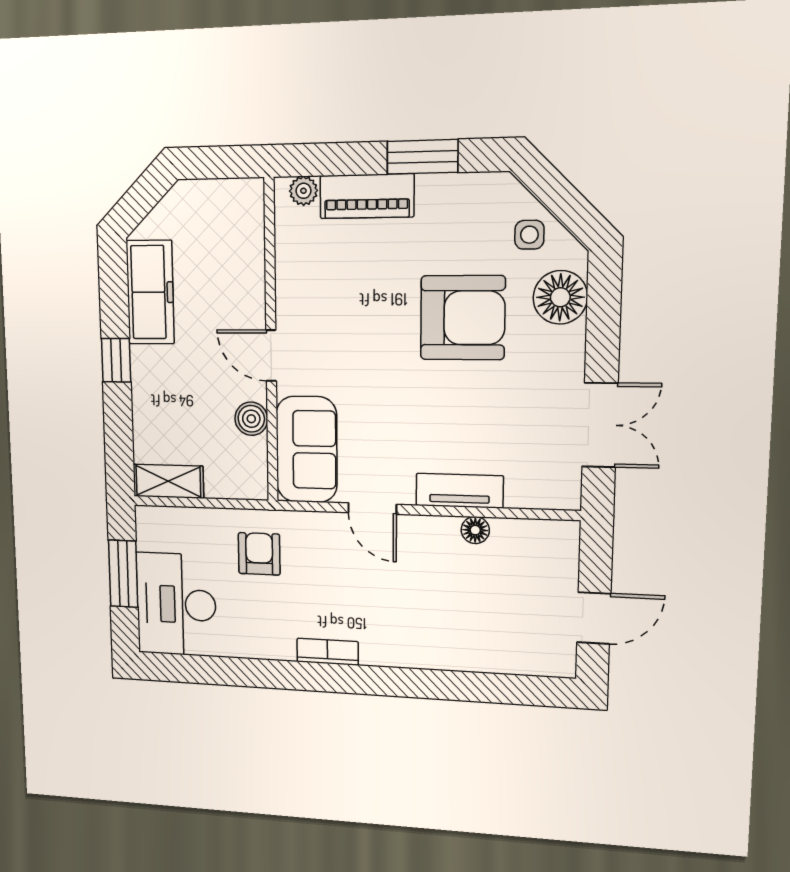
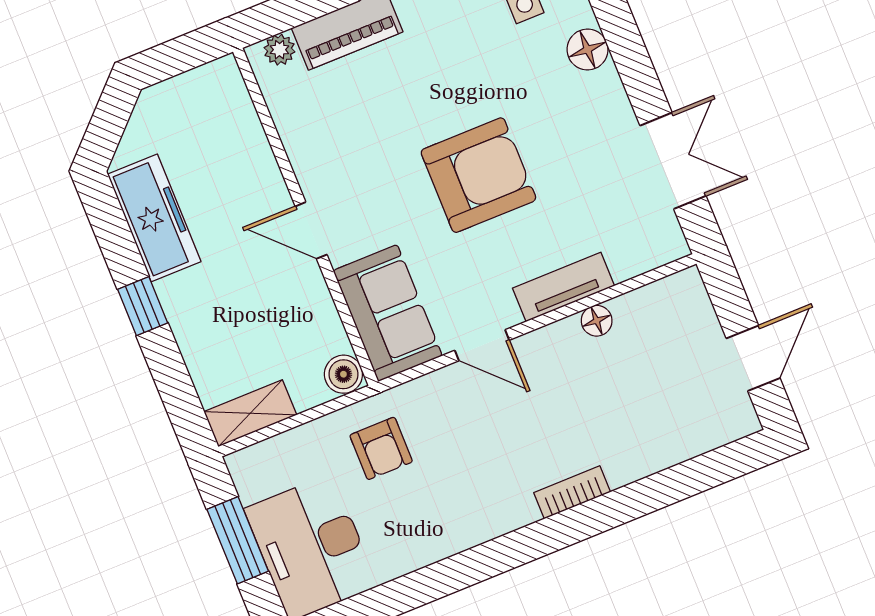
floor lamp: (560, 297) -> (588, 50), width x0.73, depth x0.73
armchair: (463, 318) -> (478, 175), moved
boiler: (251, 419) -> (343, 374), moved
armchair: (259, 554) -> (381, 448), turned 180
bookcase: (328, 652) -> (572, 492), moved

